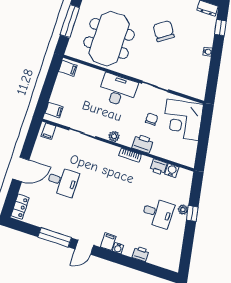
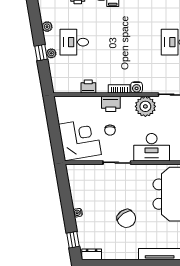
plant: (114, 136) -> (145, 106), width x1.87, depth x1.87
water cooler: (172, 170) -> (137, 87), moved
plant: (179, 236) -> (47, 27), added

